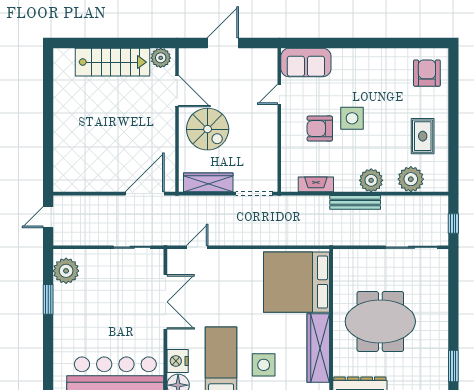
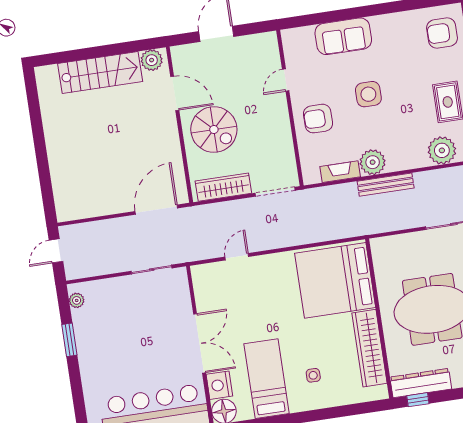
sofa: (306, 62) -> (343, 36), moved
armchair: (427, 73) -> (442, 33), turned -90
armchair: (320, 129) -> (318, 119), moved
plant: (371, 180) -> (373, 162), moved
door: (197, 247) -> (237, 257), moved
plant: (66, 271) -> (77, 300), width x0.53, depth x0.53
double door: (165, 302) -> (200, 343), moved
side table: (264, 365) -> (313, 375), width x0.54, depth x0.54

